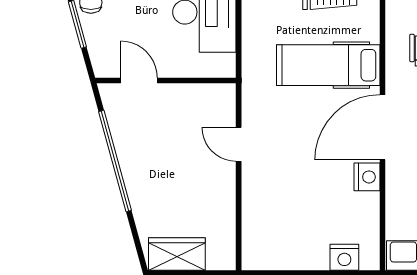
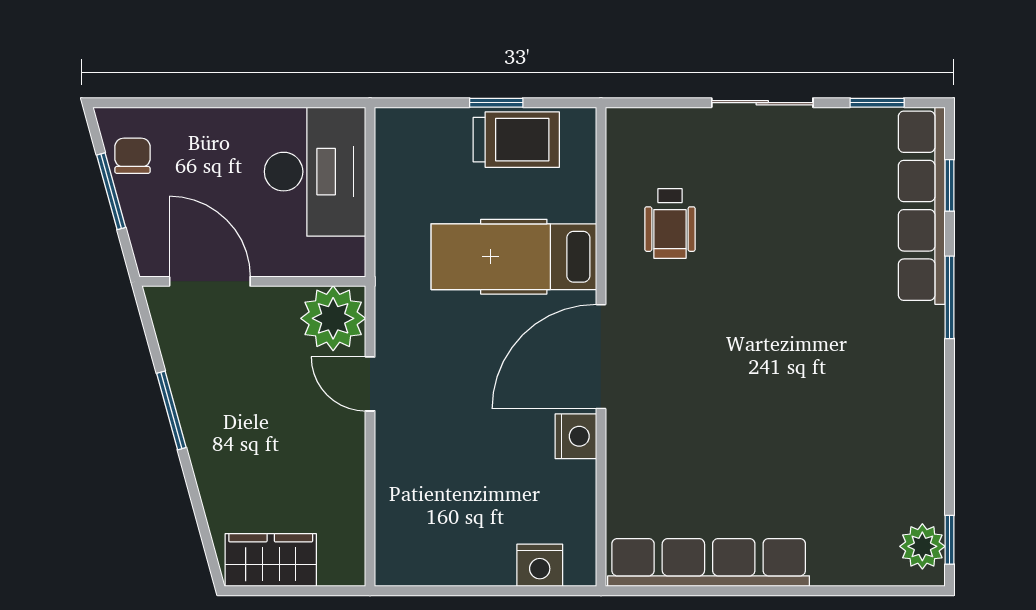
door: (139, 81) -> (210, 281), width x1.37
plant: (216, 104) -> (333, 318), added
window: (115, 161) -> (171, 410), width x0.47

